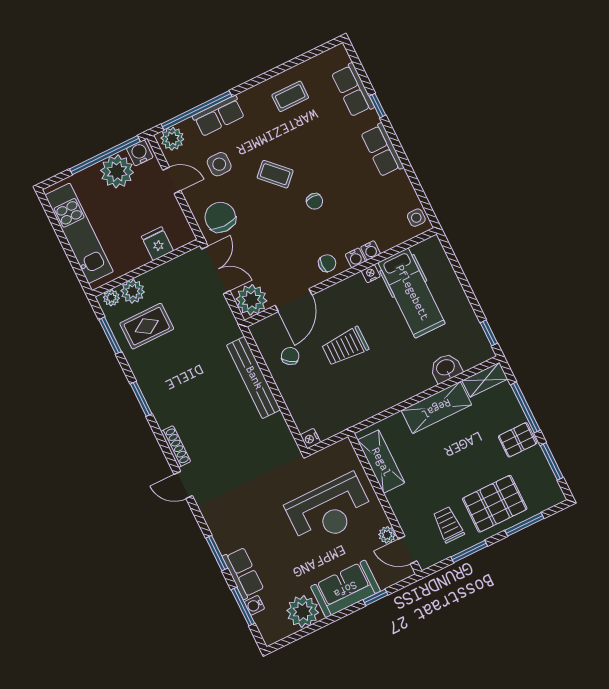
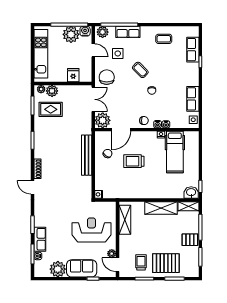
row of seats: (382, 150) -> (193, 99), moved
washbasin: (446, 368) -> (191, 192), moved
reception desk: (329, 510) -> (91, 230), turned 180

